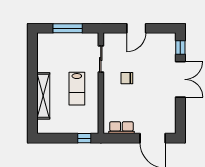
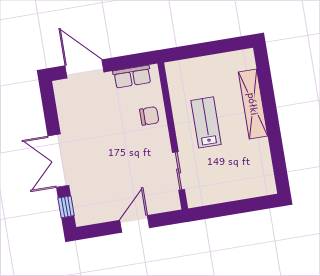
window: (68, 28) -> (234, 208), removed
chair: (127, 78) -> (149, 116), moved
window: (84, 138) -> (183, 53), removed

